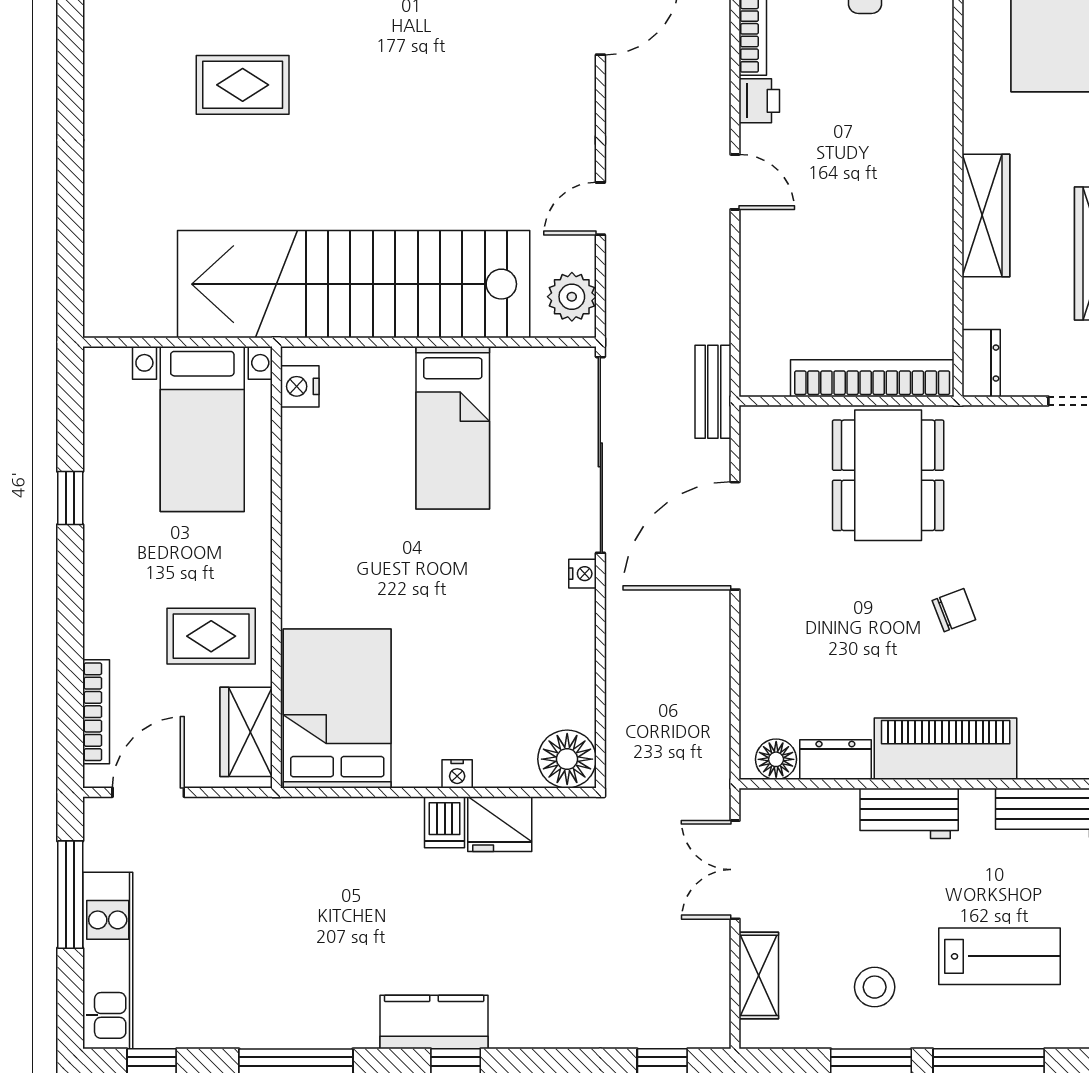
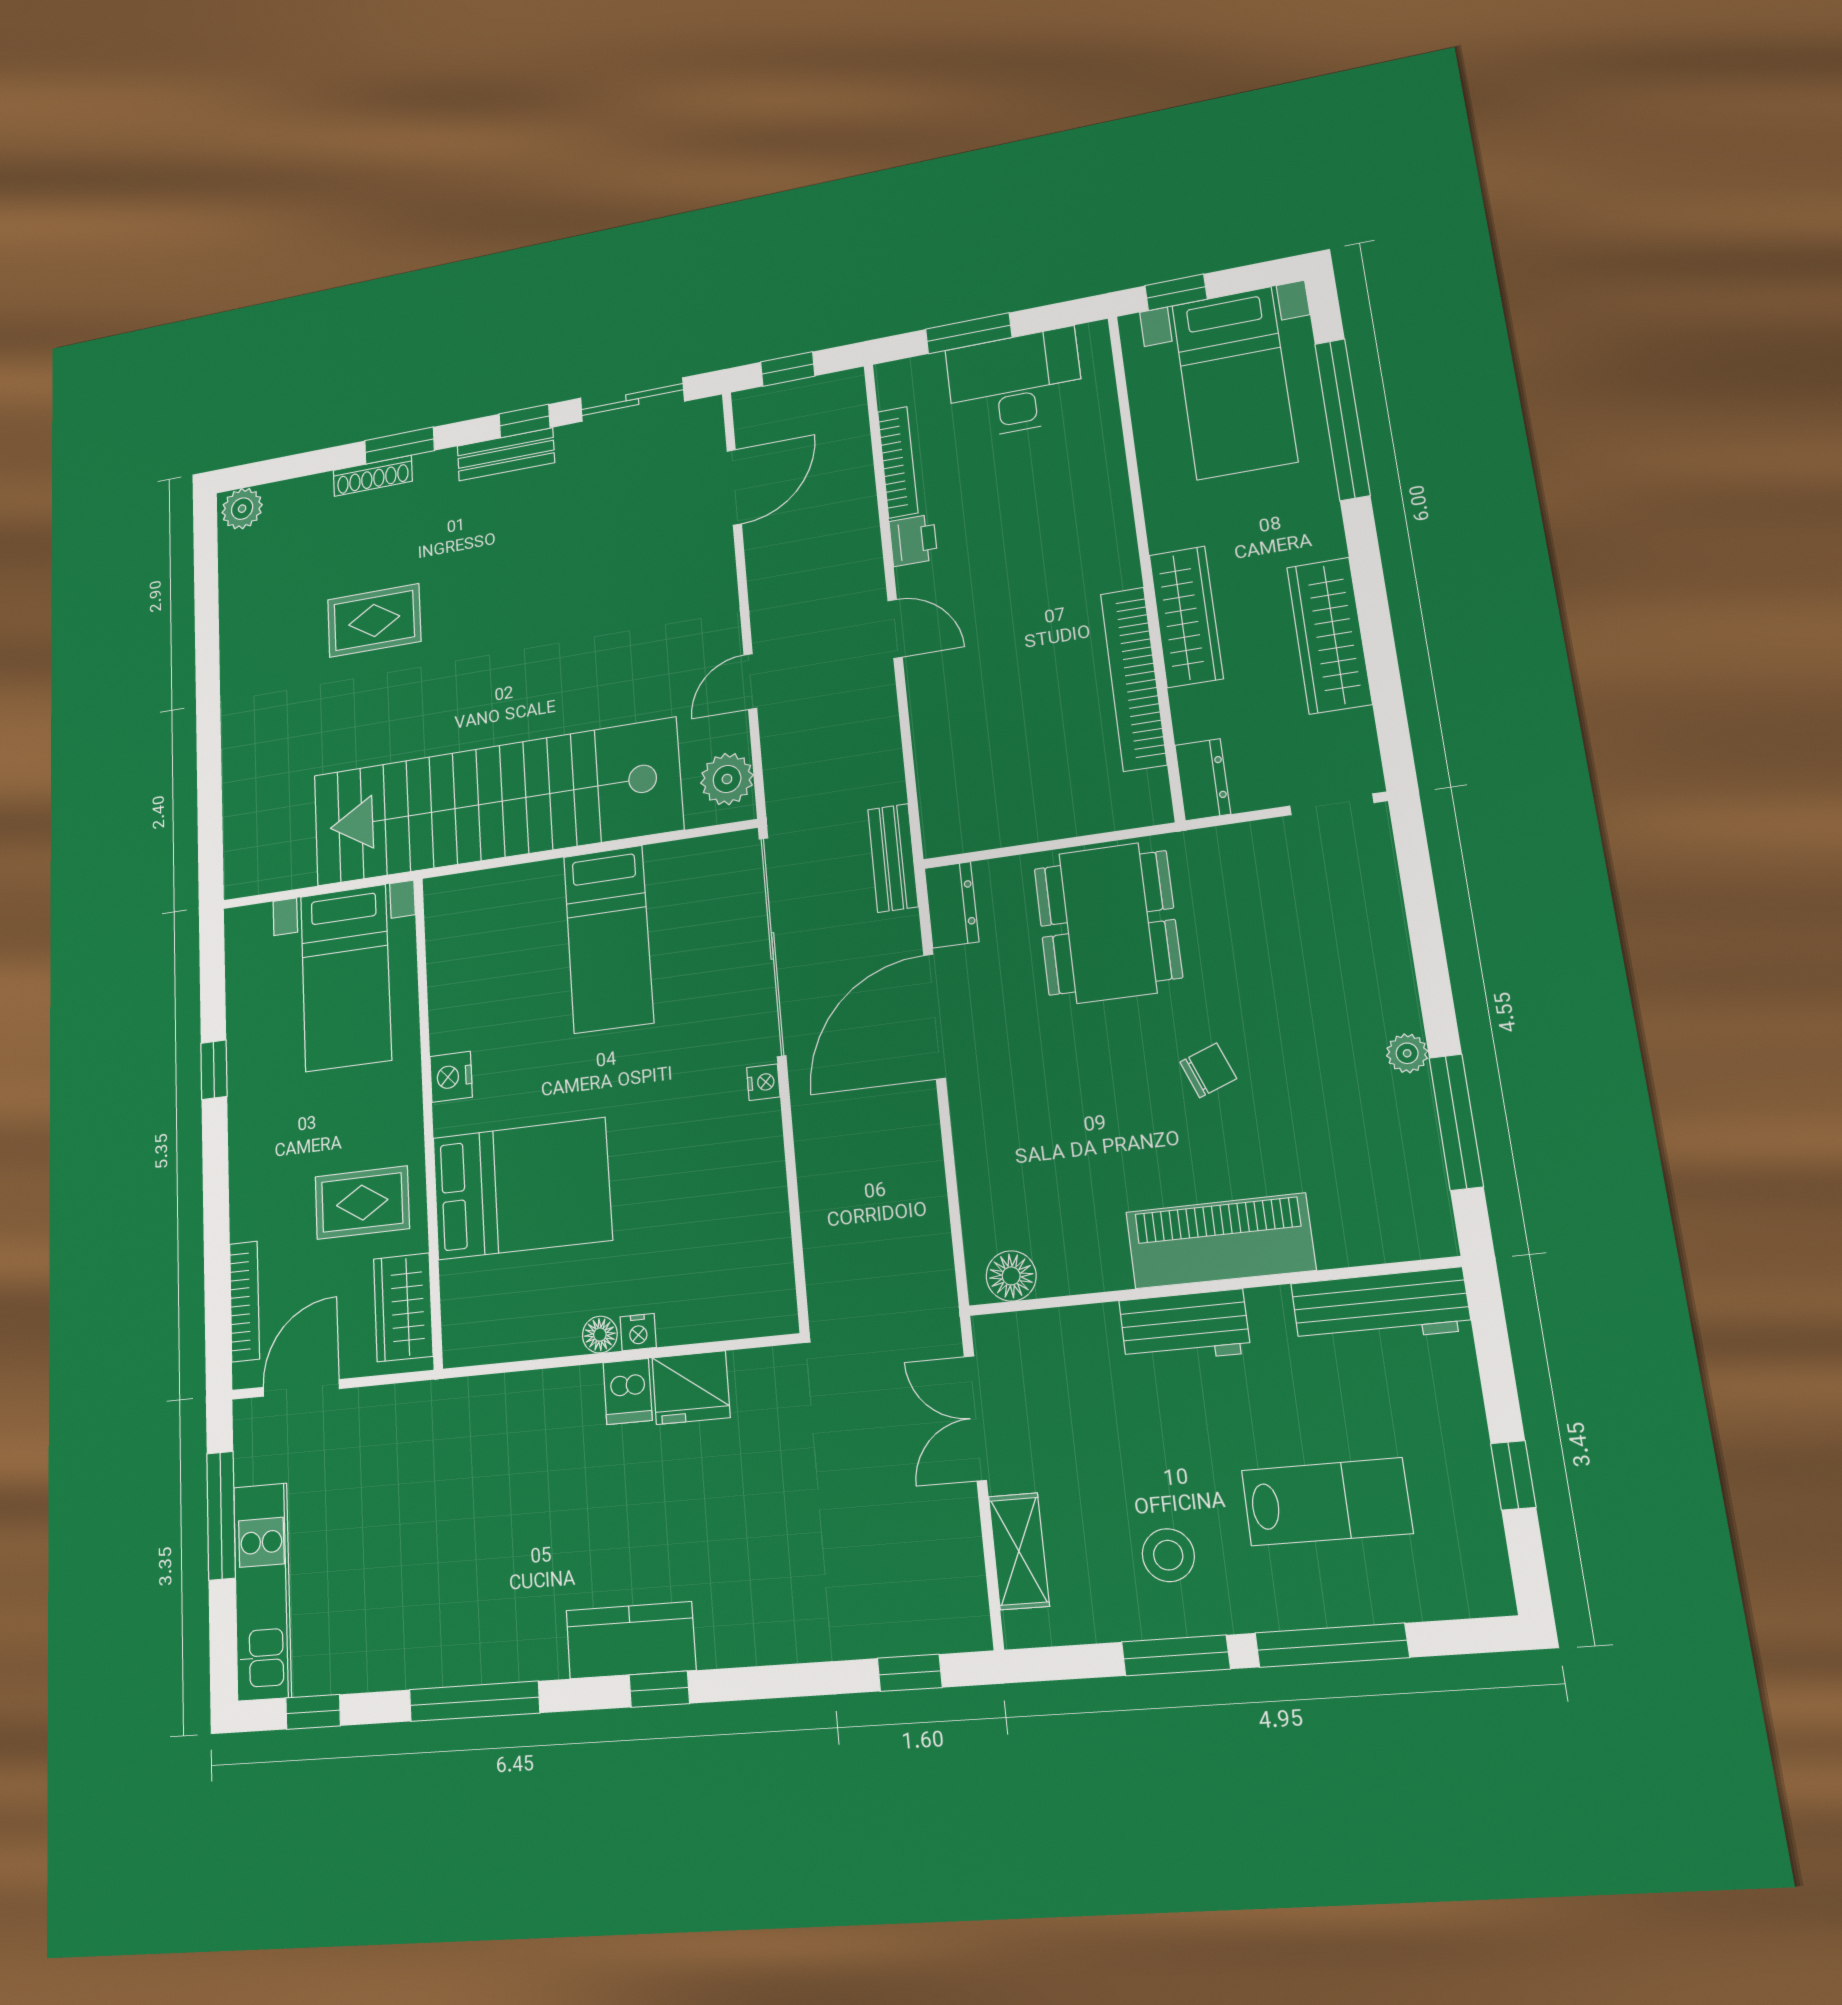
bookcase: (872, 378) -> (1133, 679), moved, turned -90
nightstand: (300, 386) -> (451, 1077), moved
bed: (337, 709) -> (522, 1189), moved, turned 90
floor lamp: (567, 759) -> (600, 1335), moved, width x0.53, depth x0.53
dresser: (835, 760) -> (952, 905), moved, turned 90

